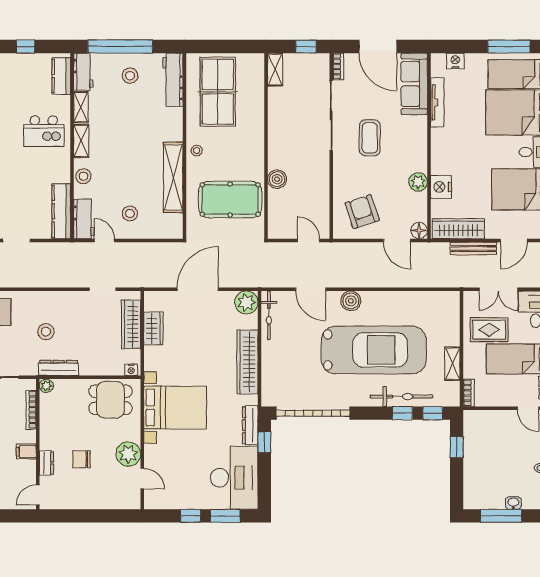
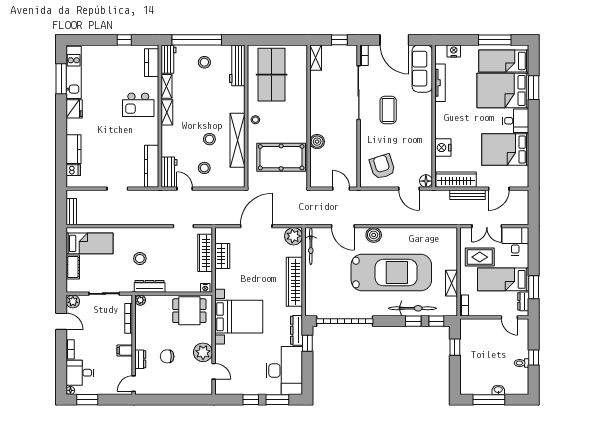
stool: (83, 176) -> (209, 139), moved
plant: (418, 182) -> (425, 144), removed

